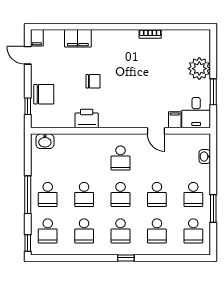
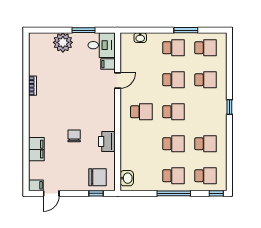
chair: (44, 94) -> (97, 177), moved, turned 90
school desk: (121, 231) -> (206, 112), removed

